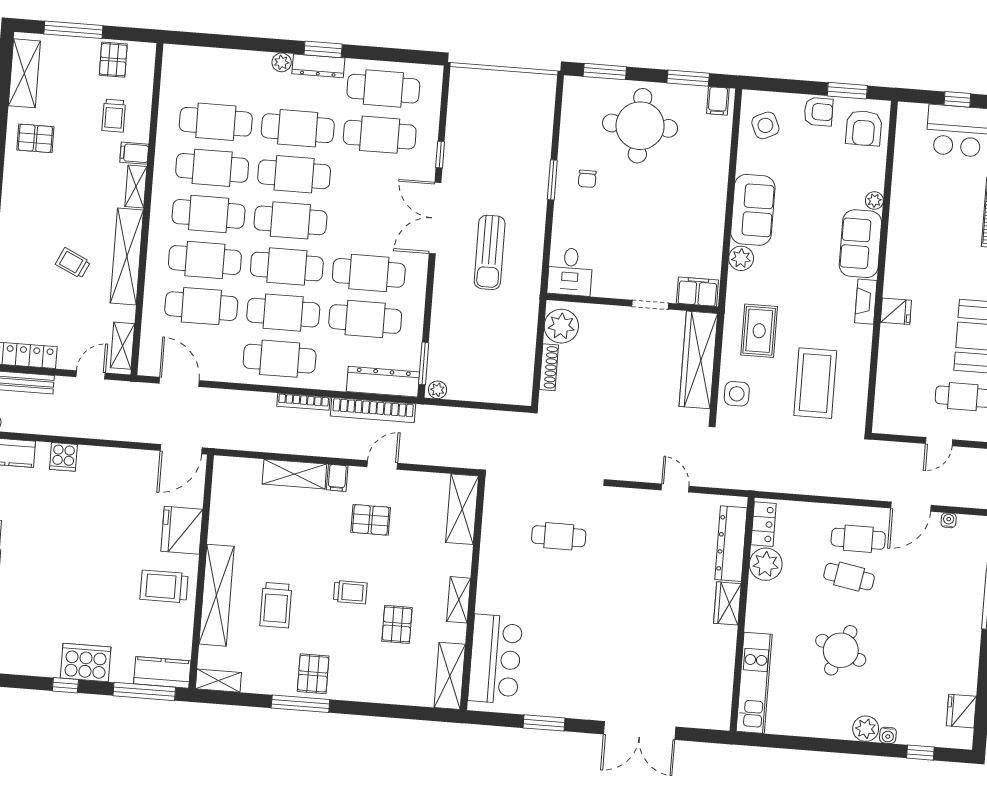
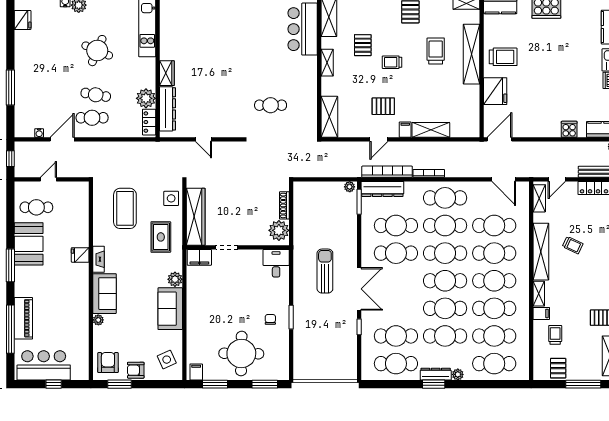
cafe table: (219, 76) -> (494, 364), added

